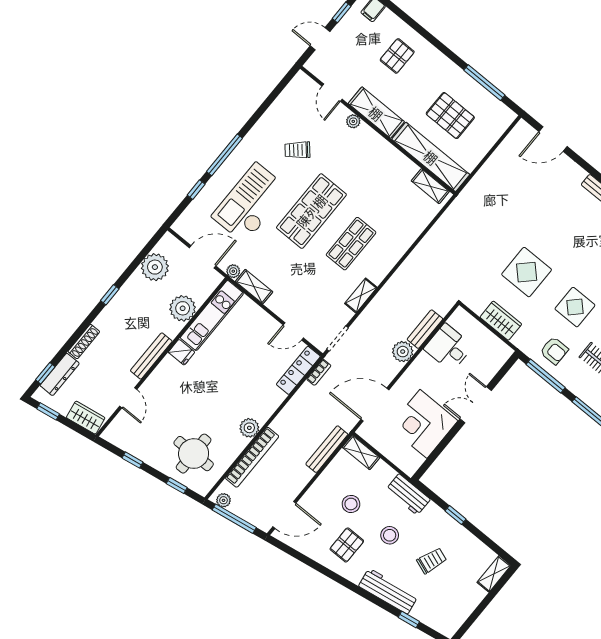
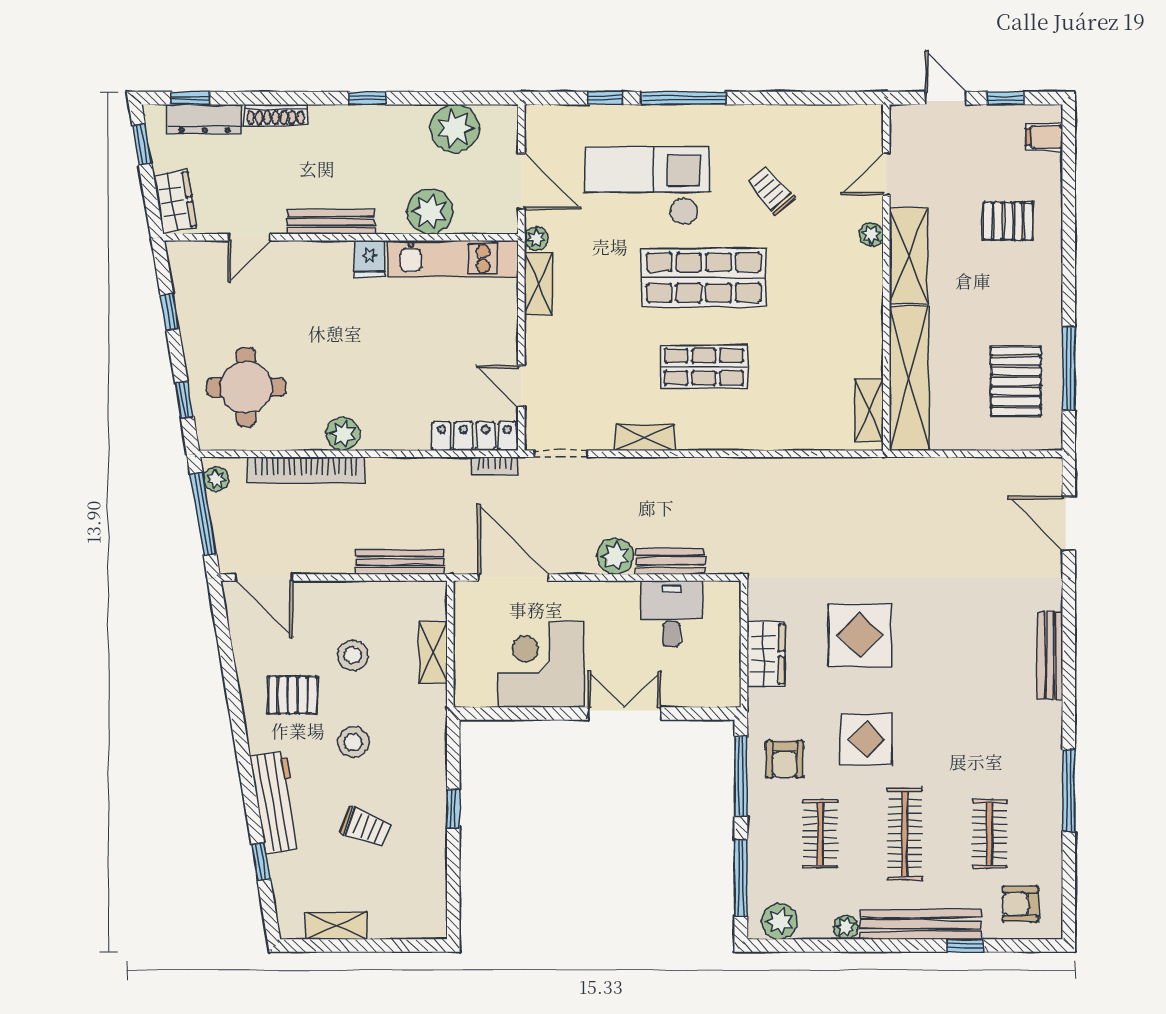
pallet: (450, 116) -> (1016, 381), moved
shelving: (361, 452) -> (433, 652), moved
workbench: (408, 494) -> (429, 722), removed
shelving: (494, 574) -> (336, 926), moved

